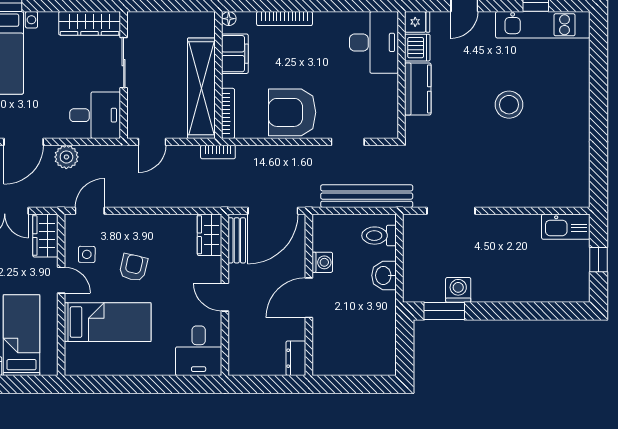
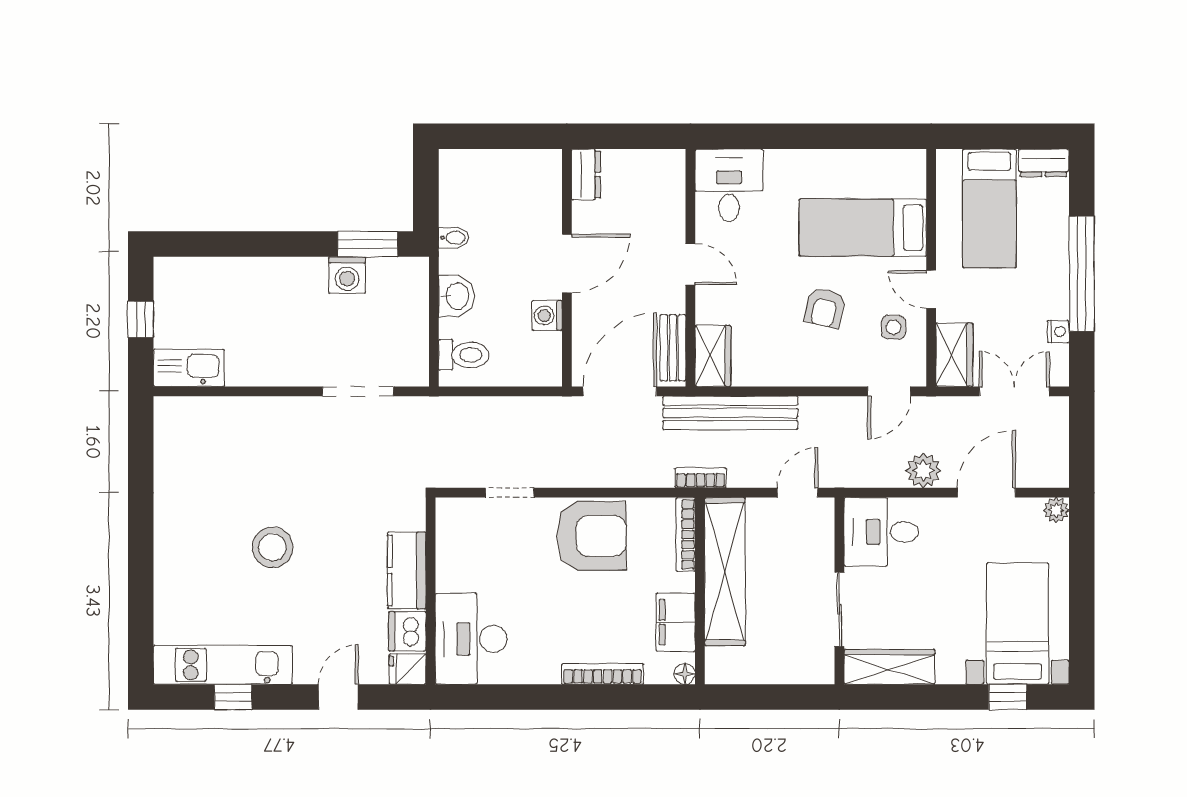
bench: (367, 196) -> (730, 413), moved
bidet: (386, 315) -> (454, 238), added

